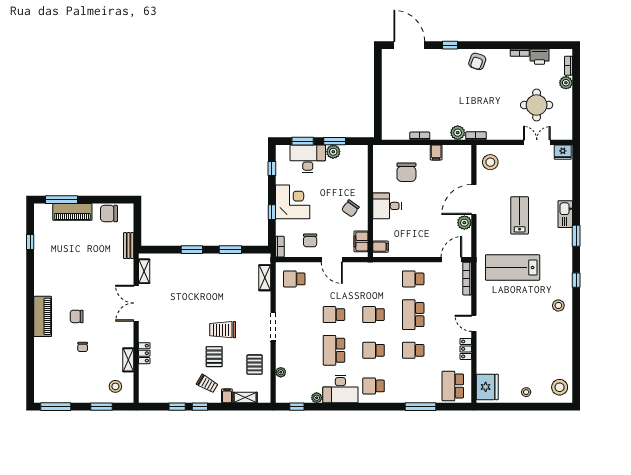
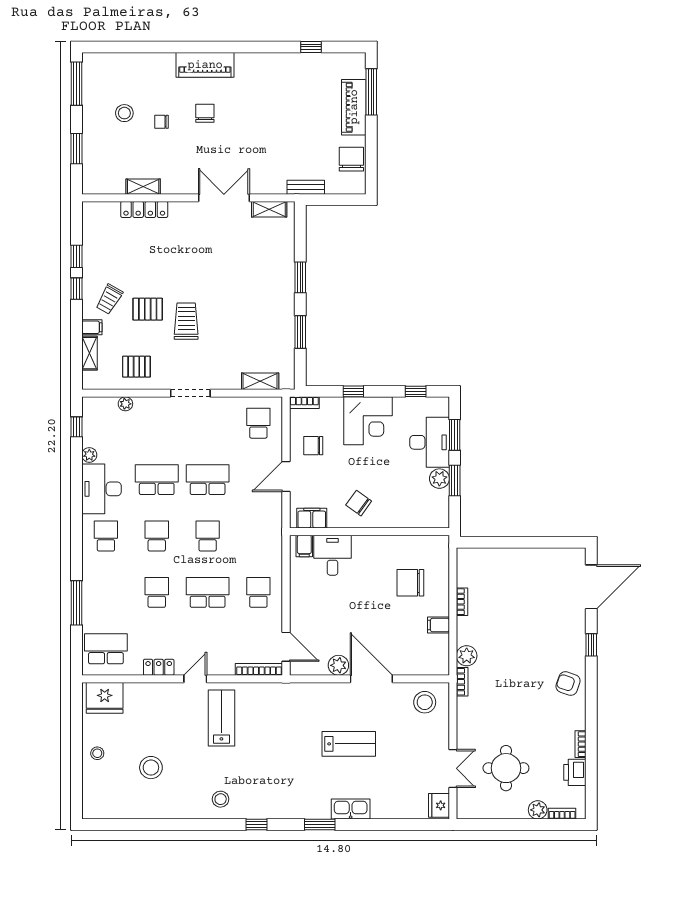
desk: (387, 206) -> (333, 555), moved
lab bench: (513, 268) -> (221, 718), moved, width x0.73, depth x0.72
school desk: (334, 315) -> (208, 480), width x1.85
locker: (144, 353) -> (144, 209), width x1.53
stool: (115, 386) -> (124, 113), moved
stool: (560, 387) -> (151, 768), moved

